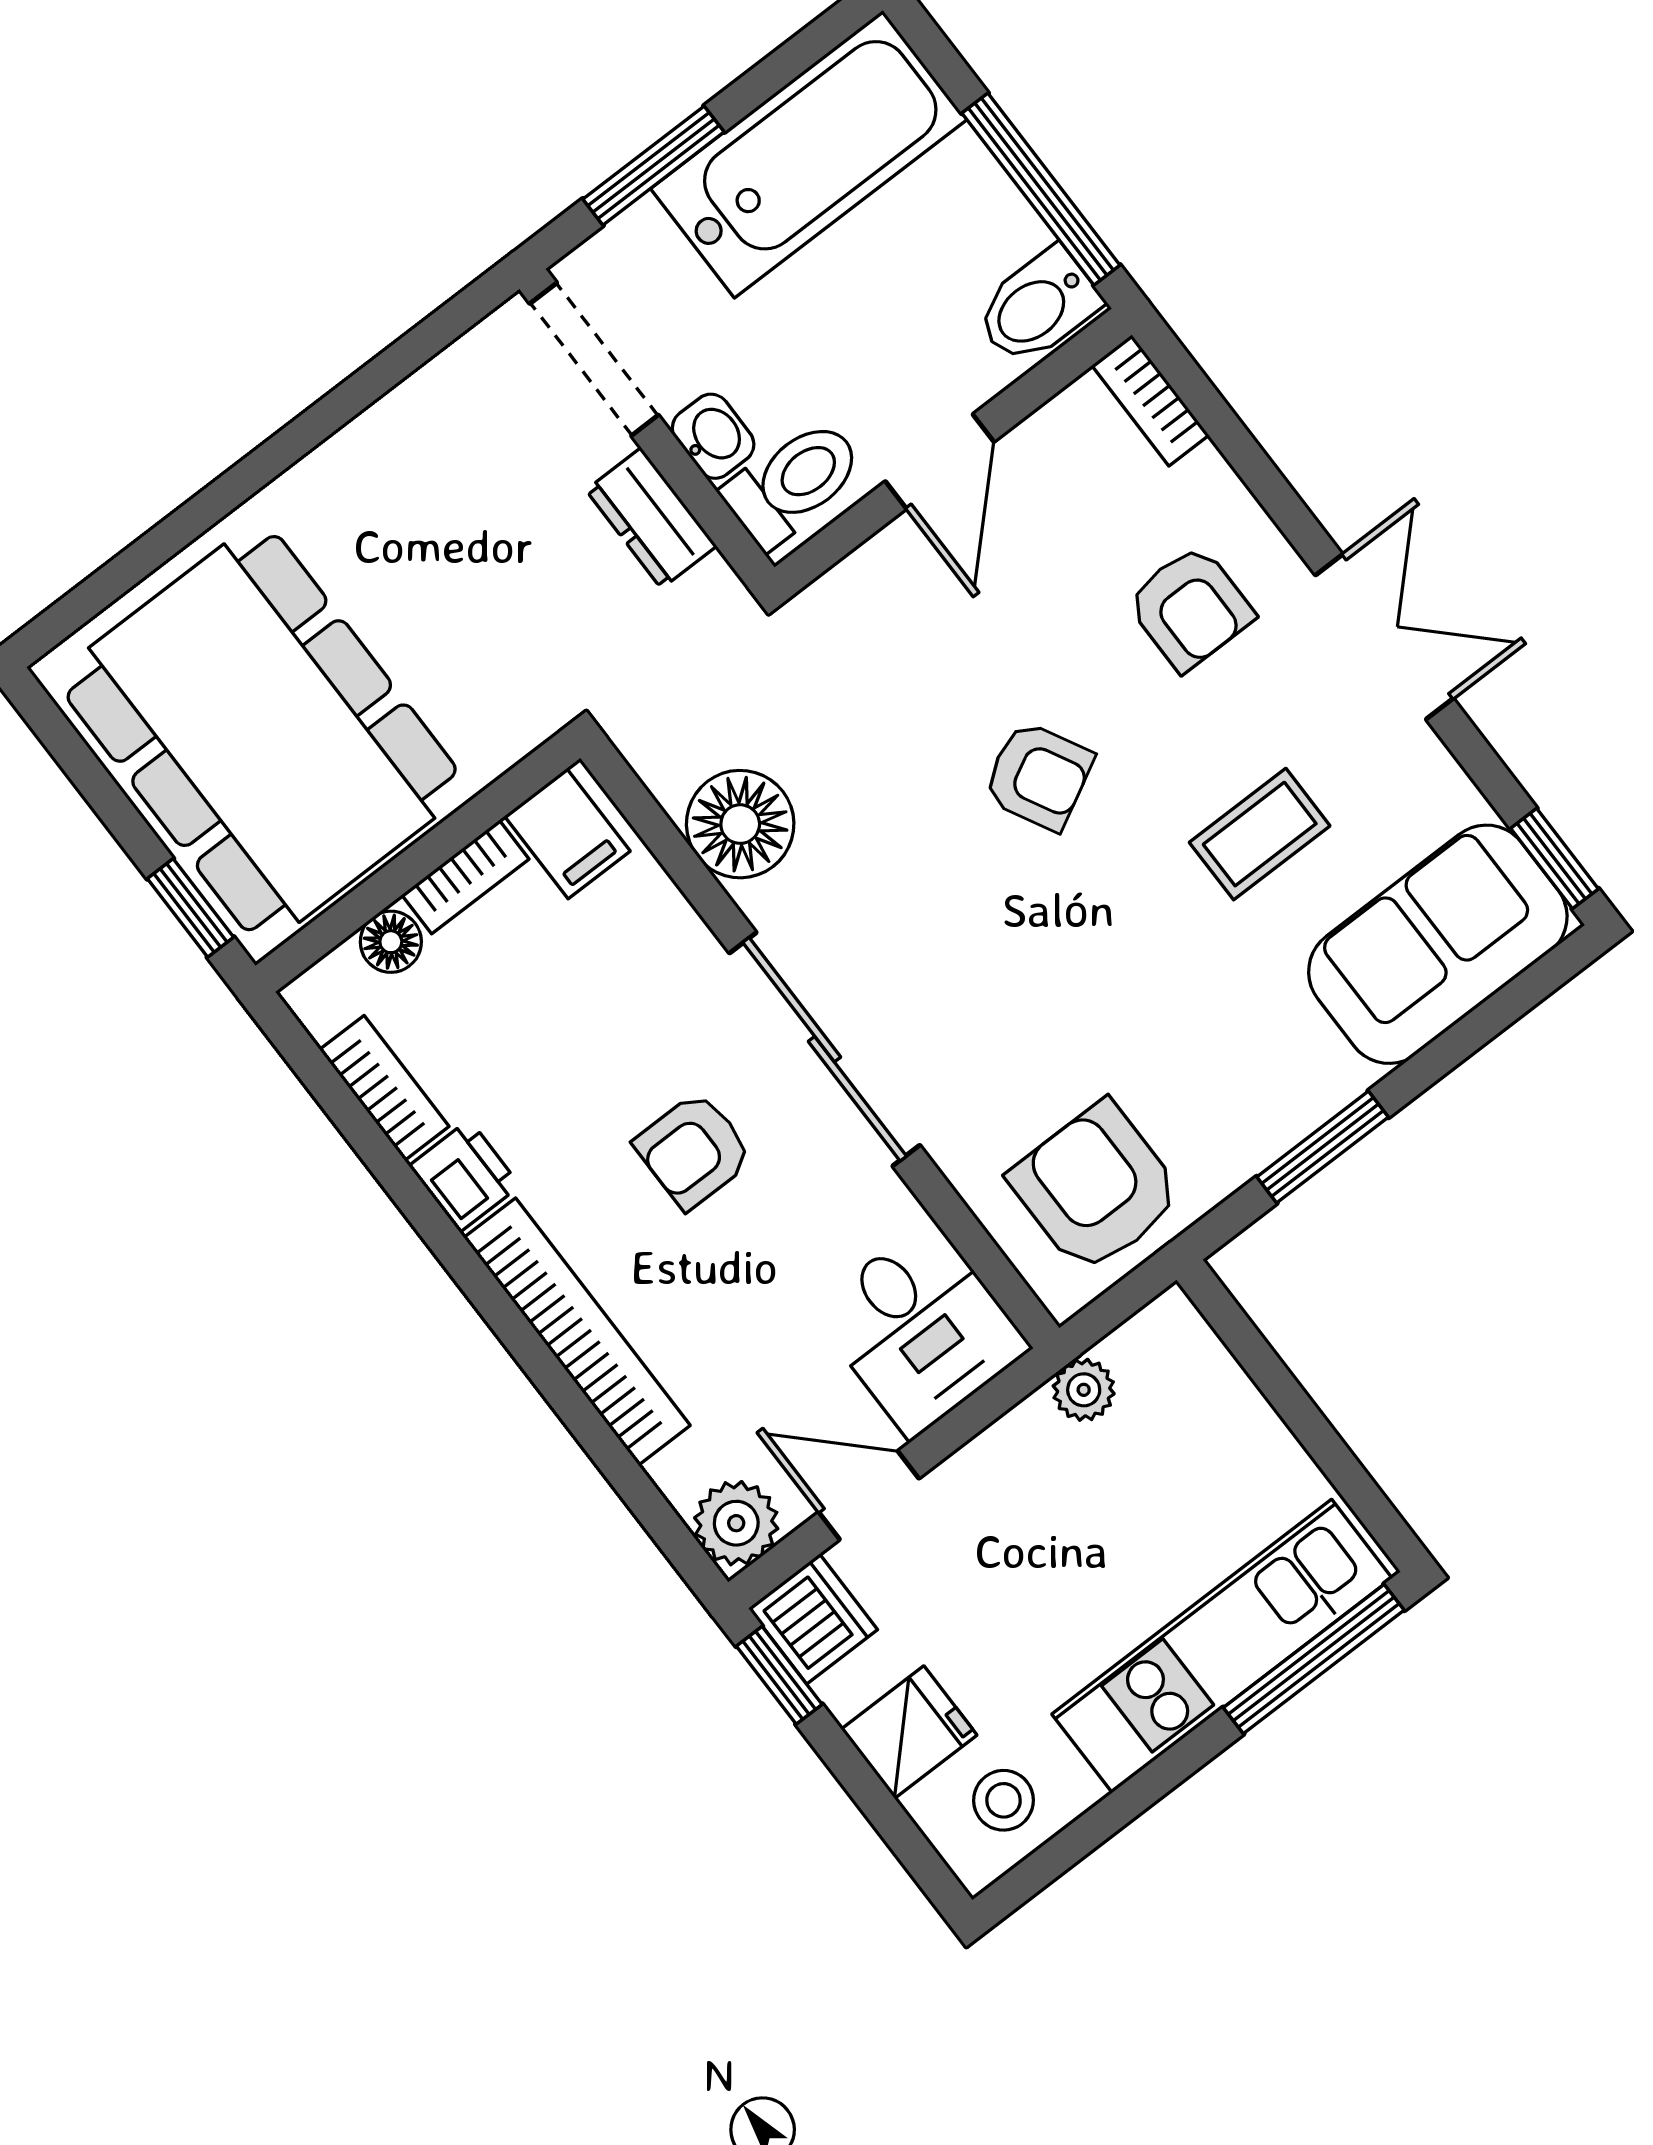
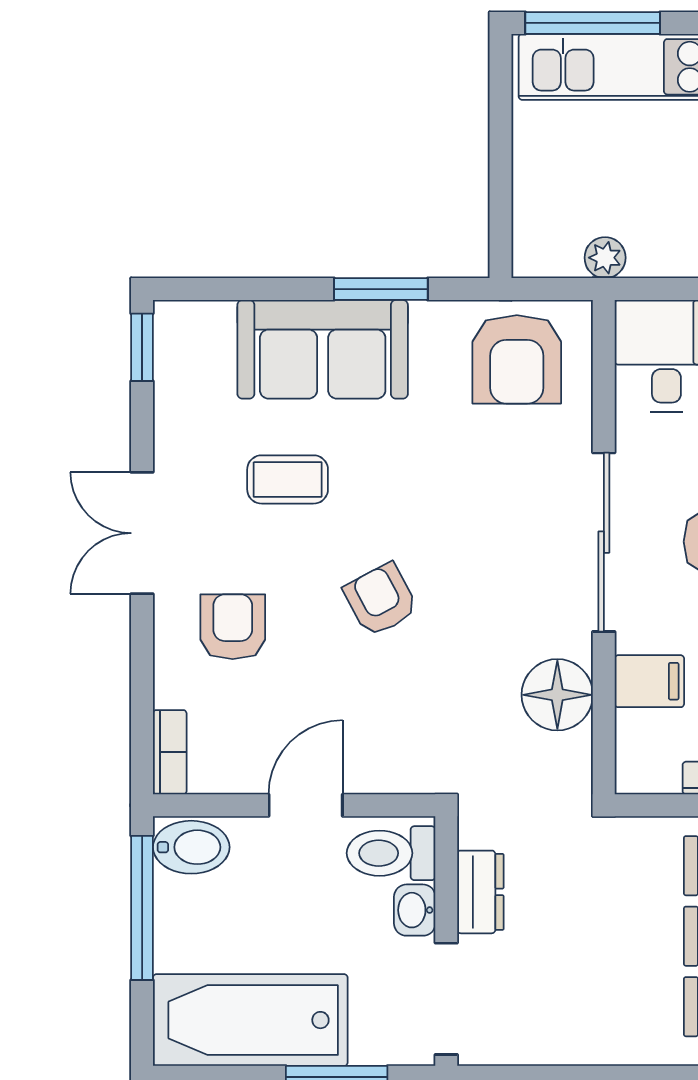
filing cabinet: (567, 834) -> (649, 681), moved, turned 90
sofa: (1438, 944) -> (323, 349), moved

